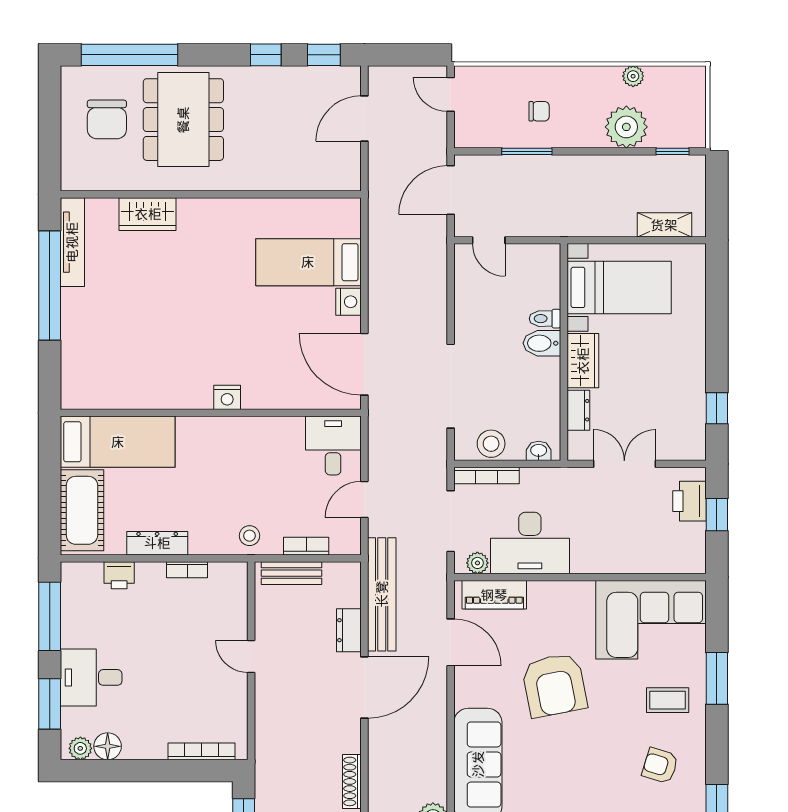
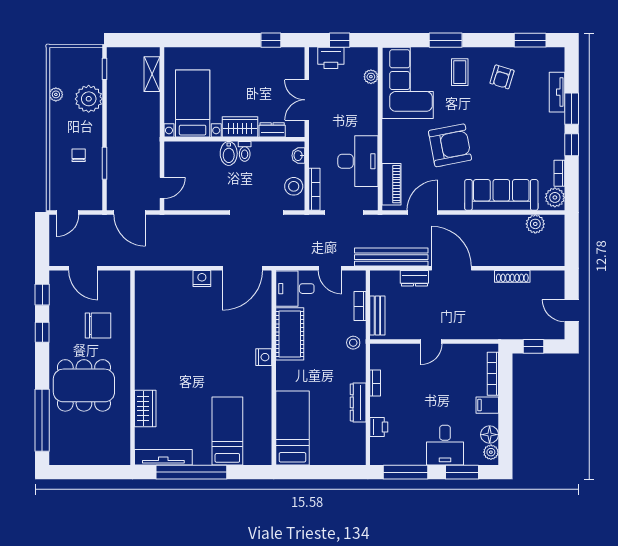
chair: (107, 119) -> (98, 326), moved
bed: (308, 262) -> (227, 431), moved, turned 180
toilet: (545, 319) -> (245, 151), moved
cot: (82, 510) -> (290, 334), moved, turned 90
plant: (477, 563) -> (371, 77), moved
filing cabinet: (153, 743) -> (487, 405), added

